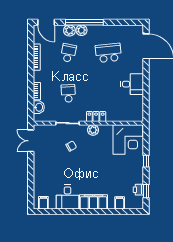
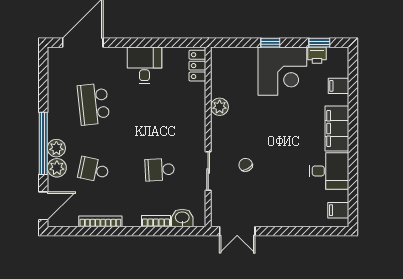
locker: (96, 116) -> (197, 66), moved
plant: (93, 130) -> (220, 107), moved
corner desk: (128, 139) -> (282, 71), moved, turned 90

